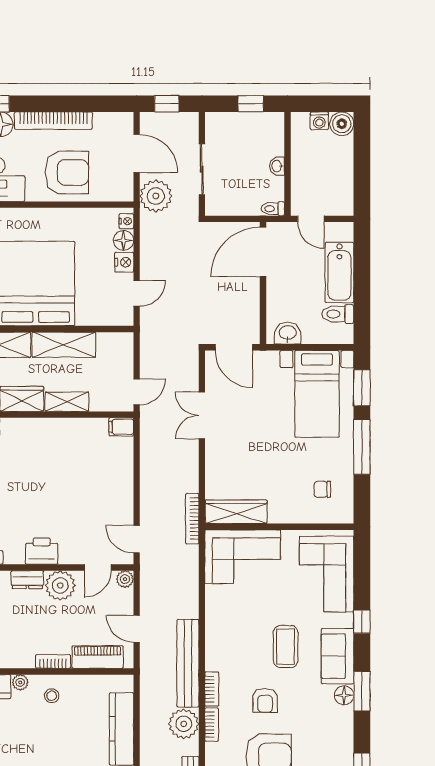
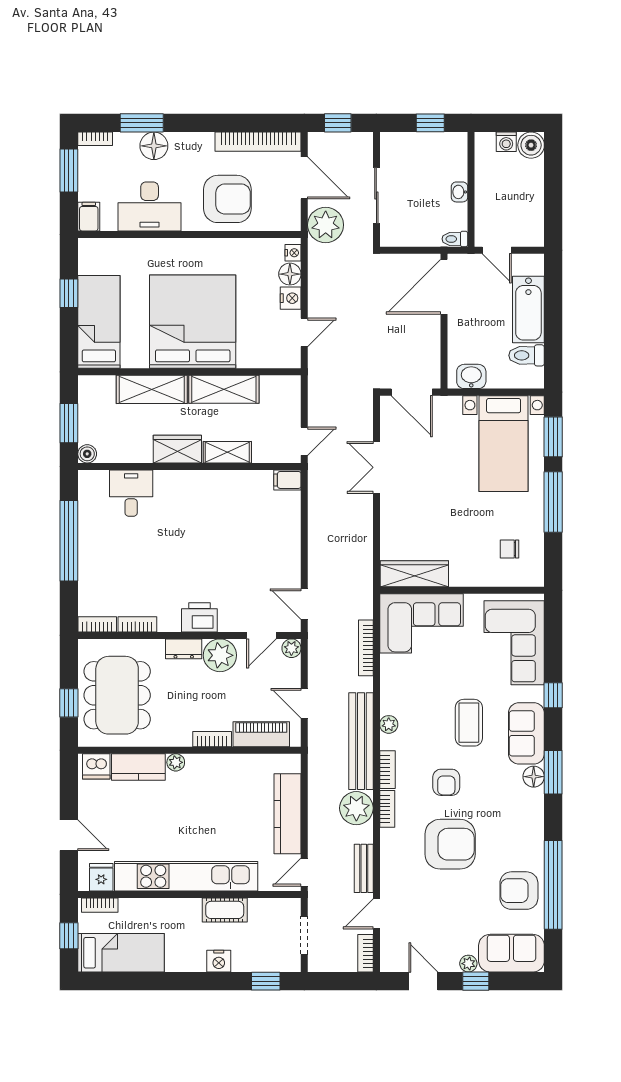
bookcase: (53, 121) -> (258, 142), moved
bookcase: (192, 519) -> (366, 648), moved
plant: (213, 648) -> (389, 724), added
stool: (52, 696) -> (210, 777), removed

